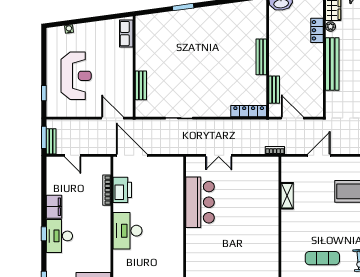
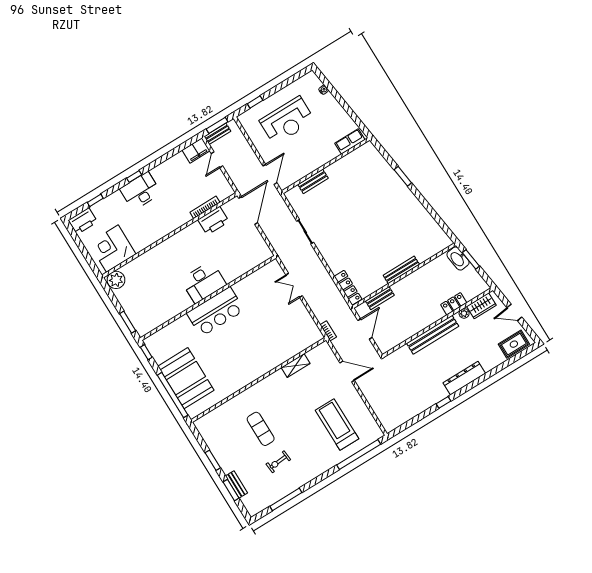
bar counter: (200, 202) -> (215, 312), moved
filing cabinet: (54, 207) -> (196, 150), moved
desk: (128, 231) -> (203, 282), moved, turned 180

